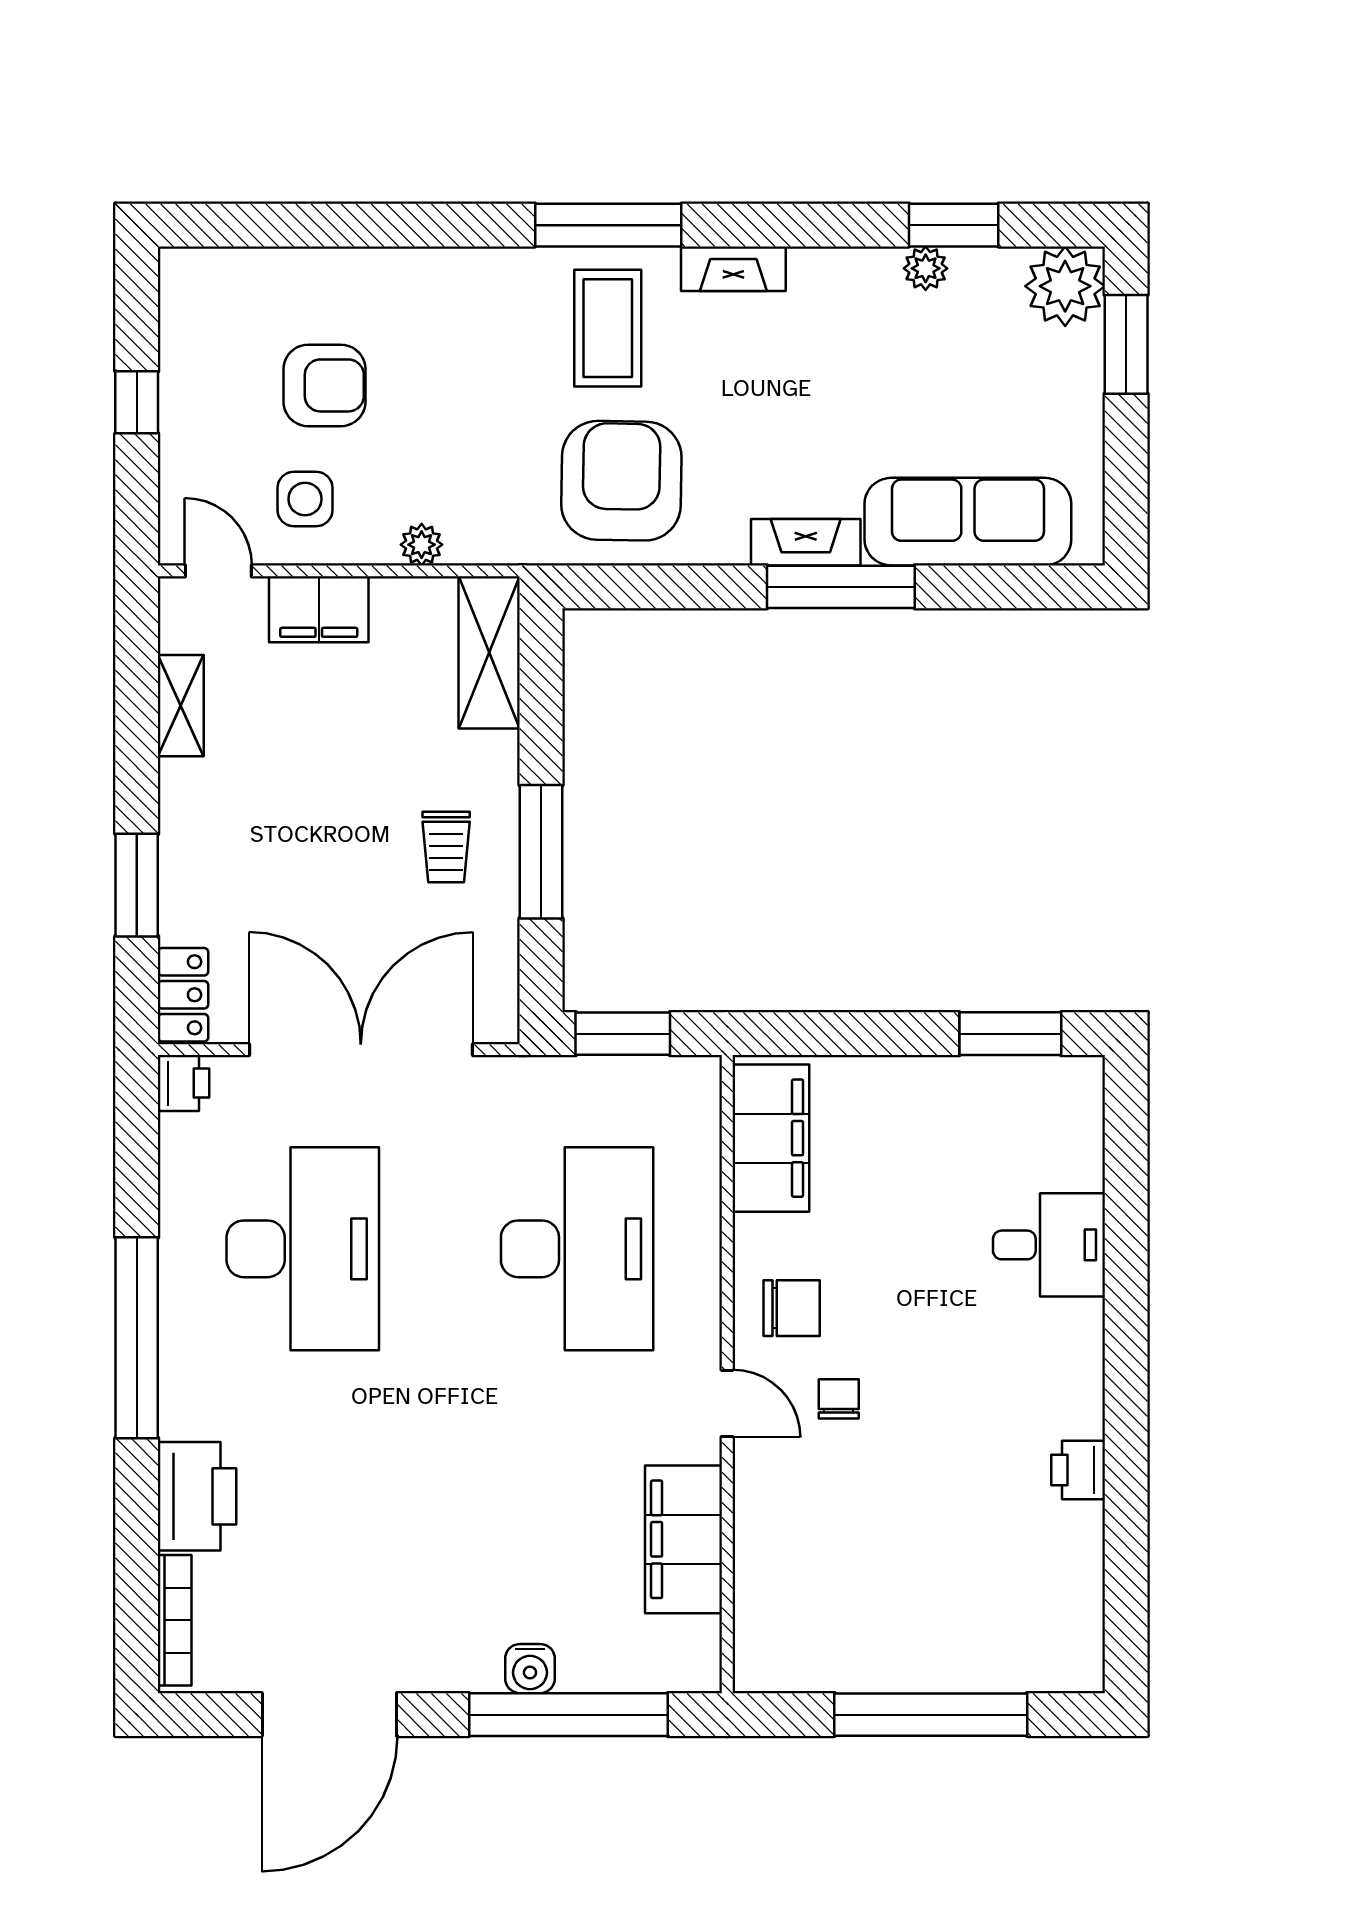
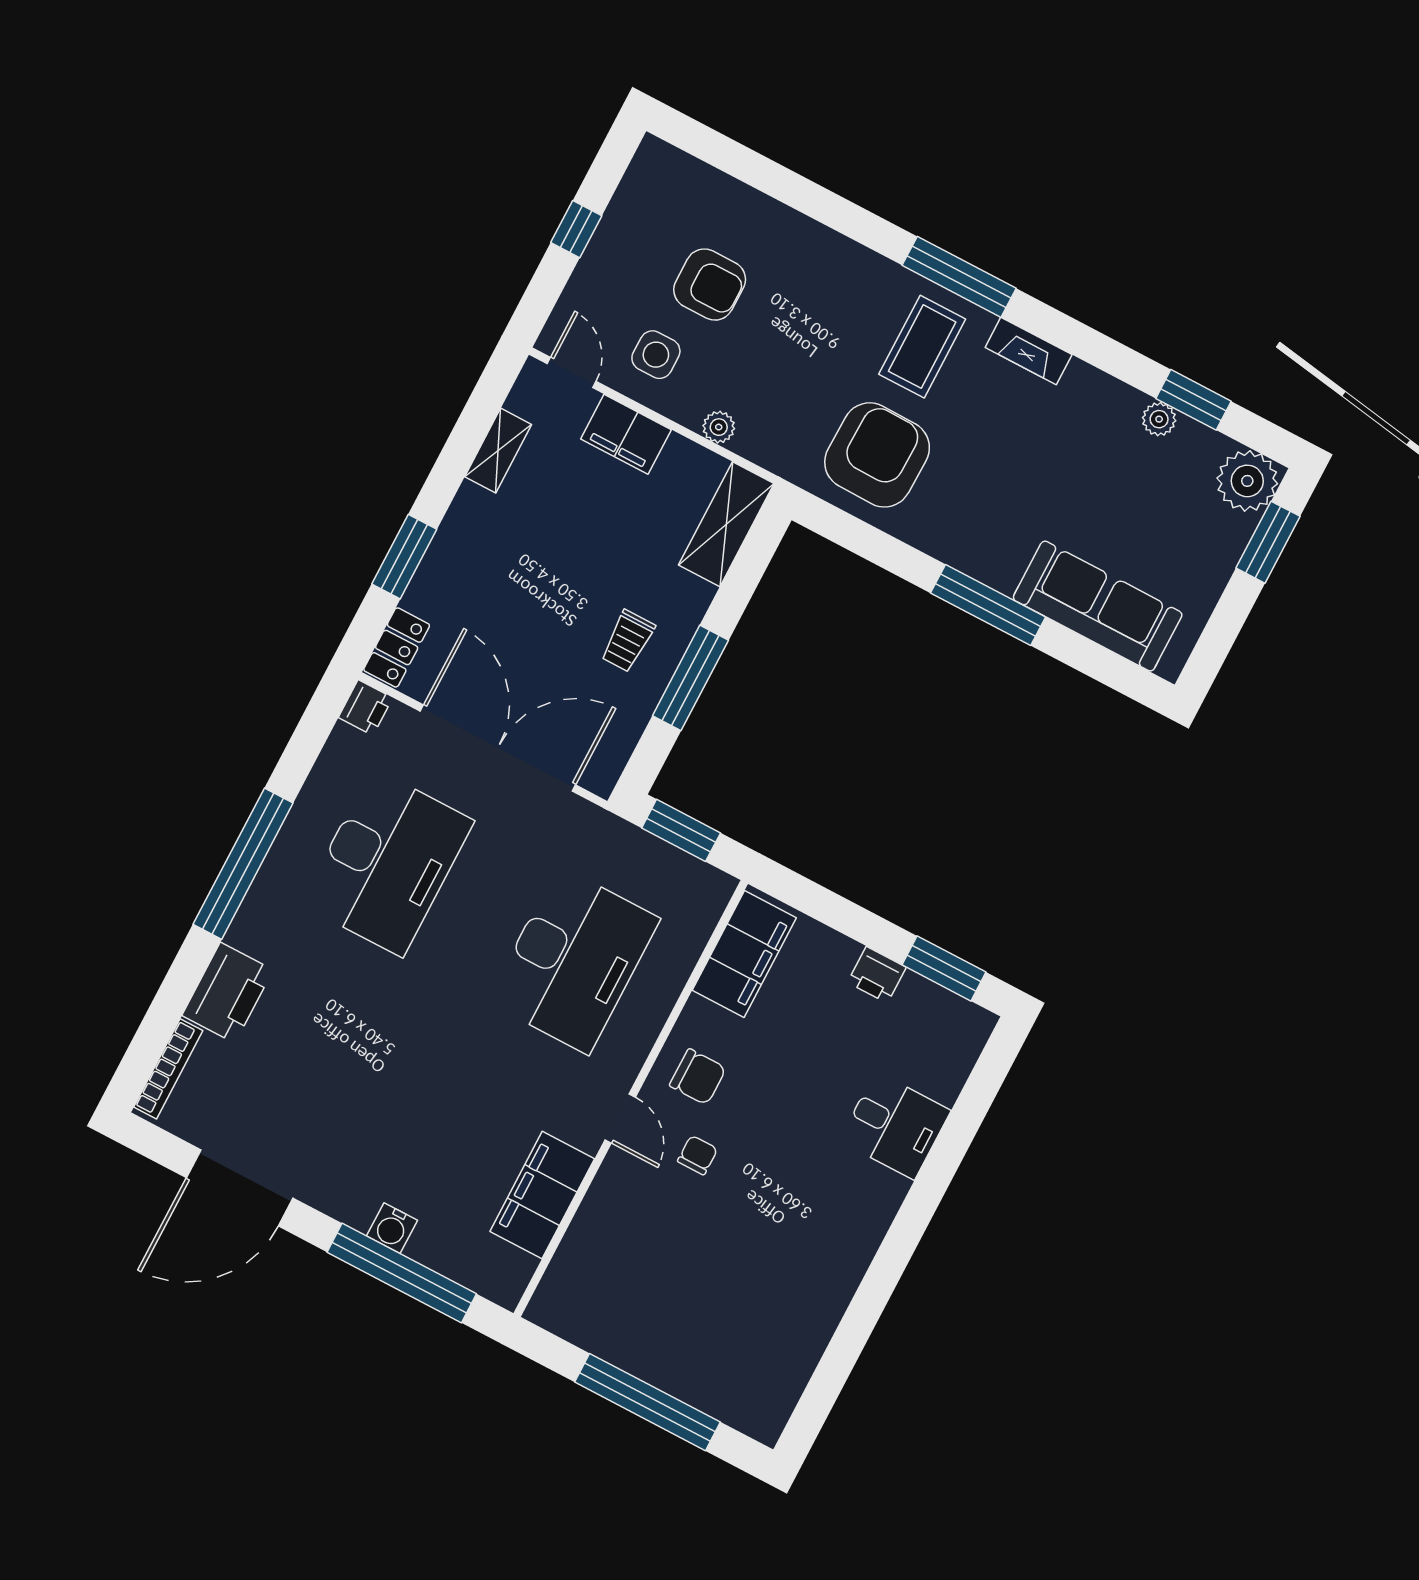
fireplace: (806, 542) -> (980, 562), removed
printer: (1078, 1470) -> (877, 975), moved, turned -90

